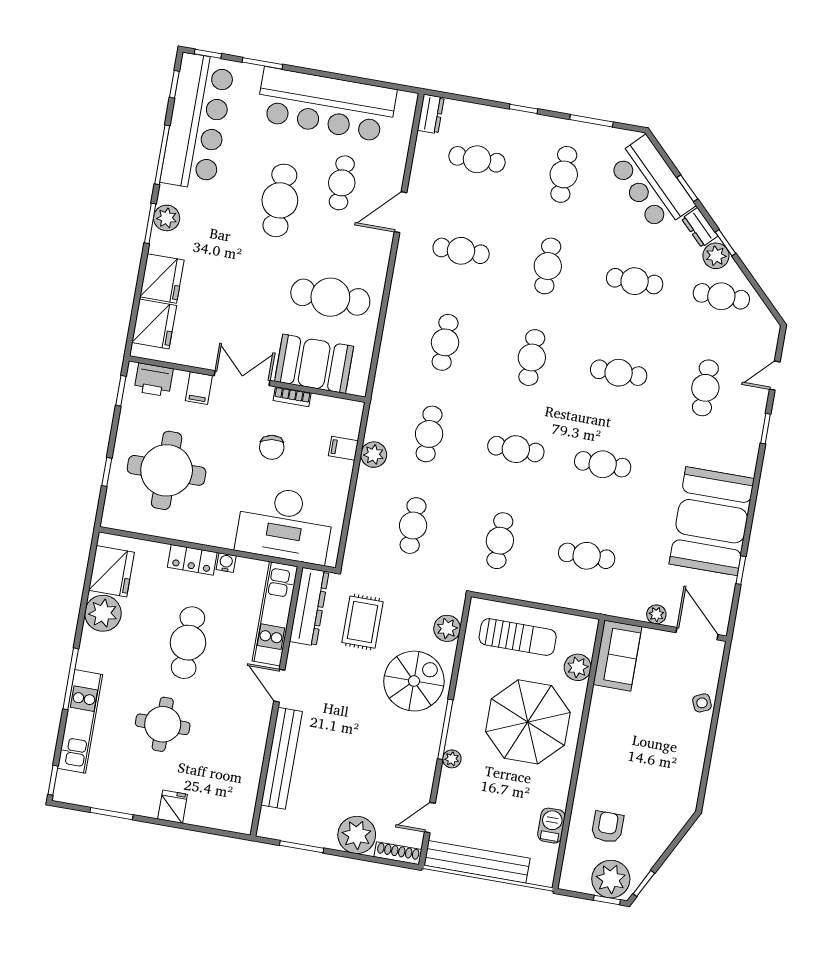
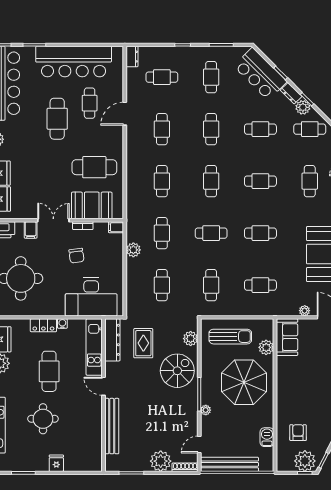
cafe table: (461, 251) -> (162, 129), turned 90
filing cabinet: (343, 448) -> (116, 227), moved

